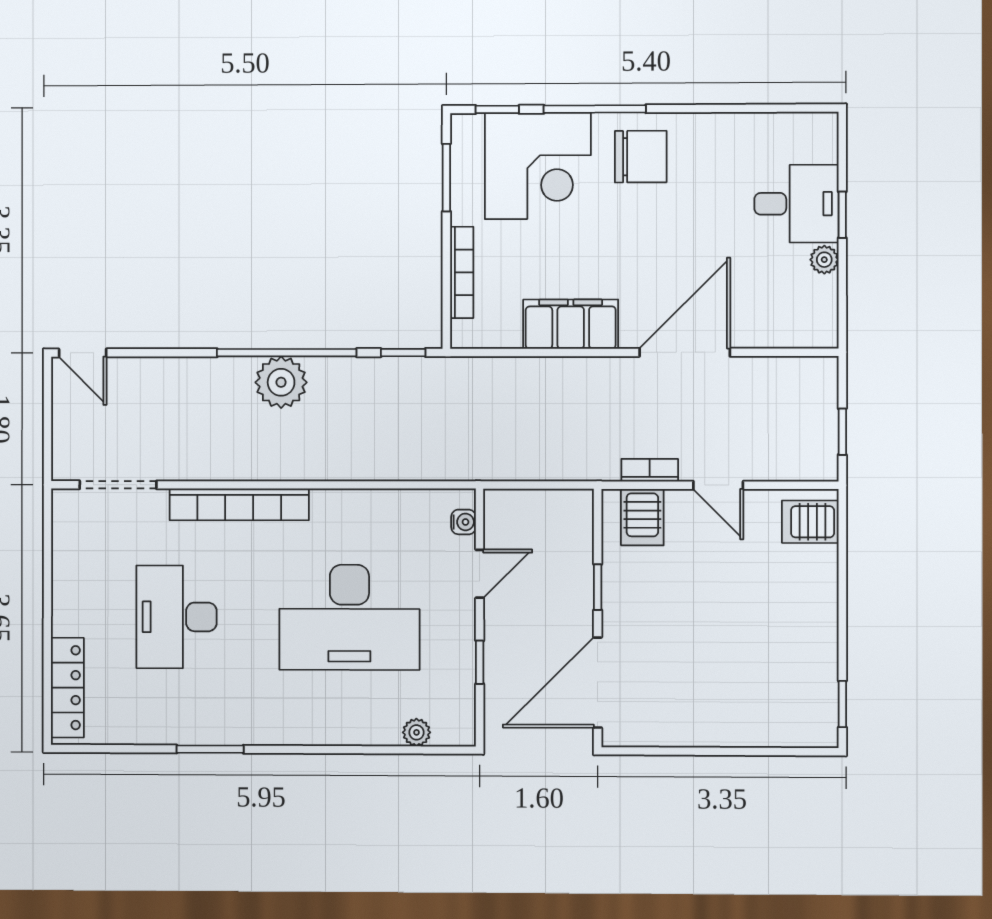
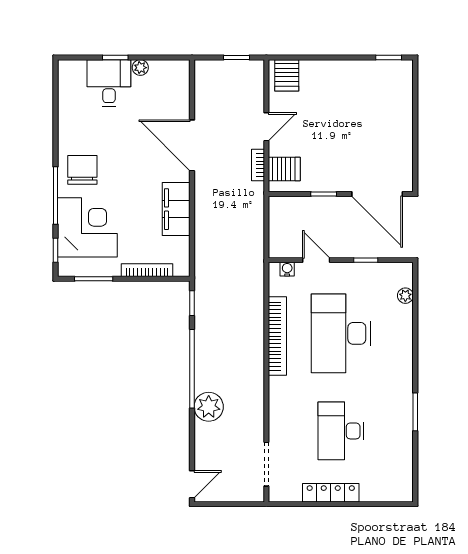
plant: (281, 382) -> (209, 407), moved
bookcase: (239, 504) -> (277, 336), moved
desk: (176, 617) -> (341, 431), turned 90
desk: (349, 617) -> (341, 333), turned 180
locker: (67, 688) -> (331, 493), moved

